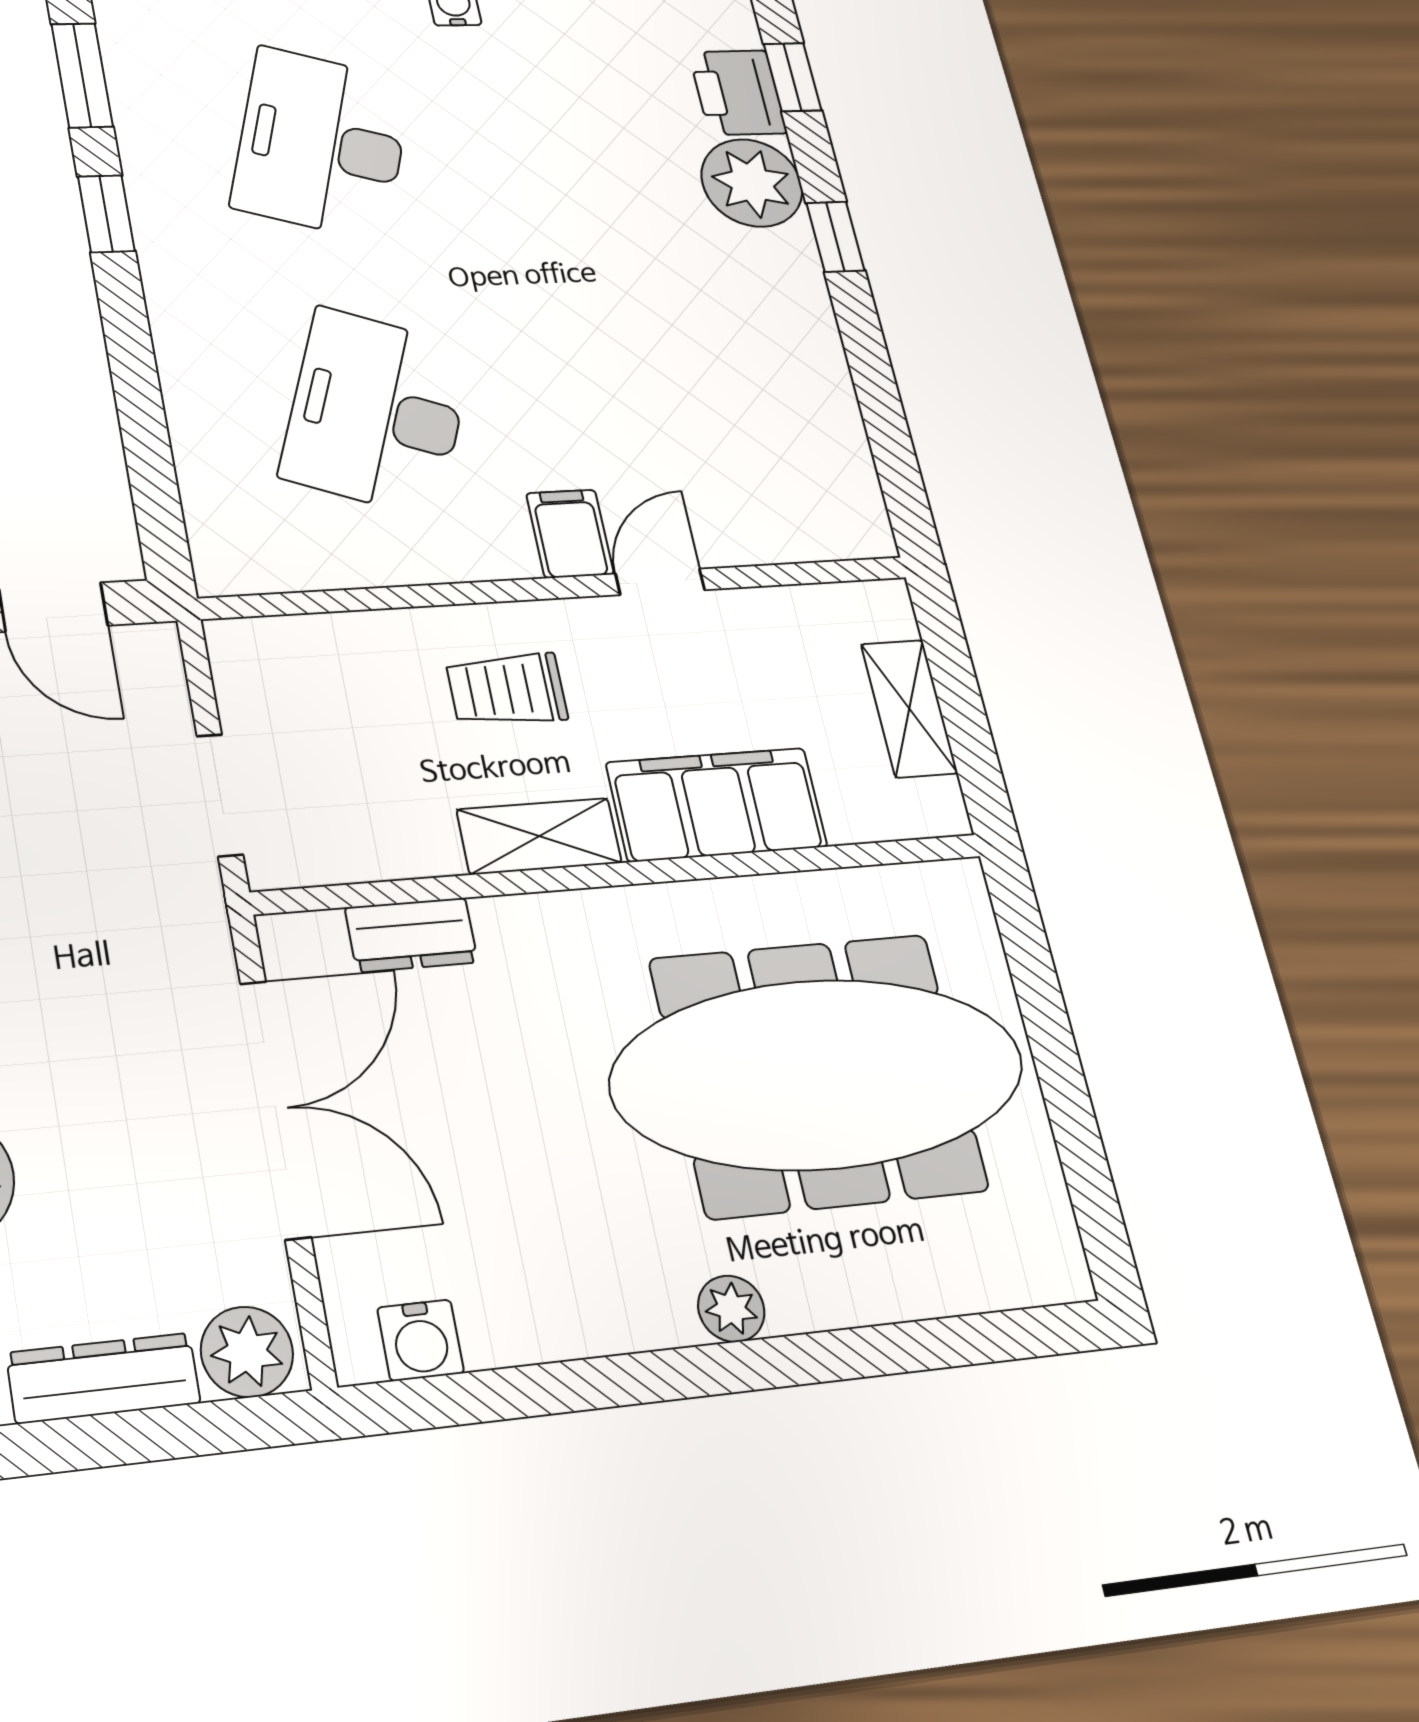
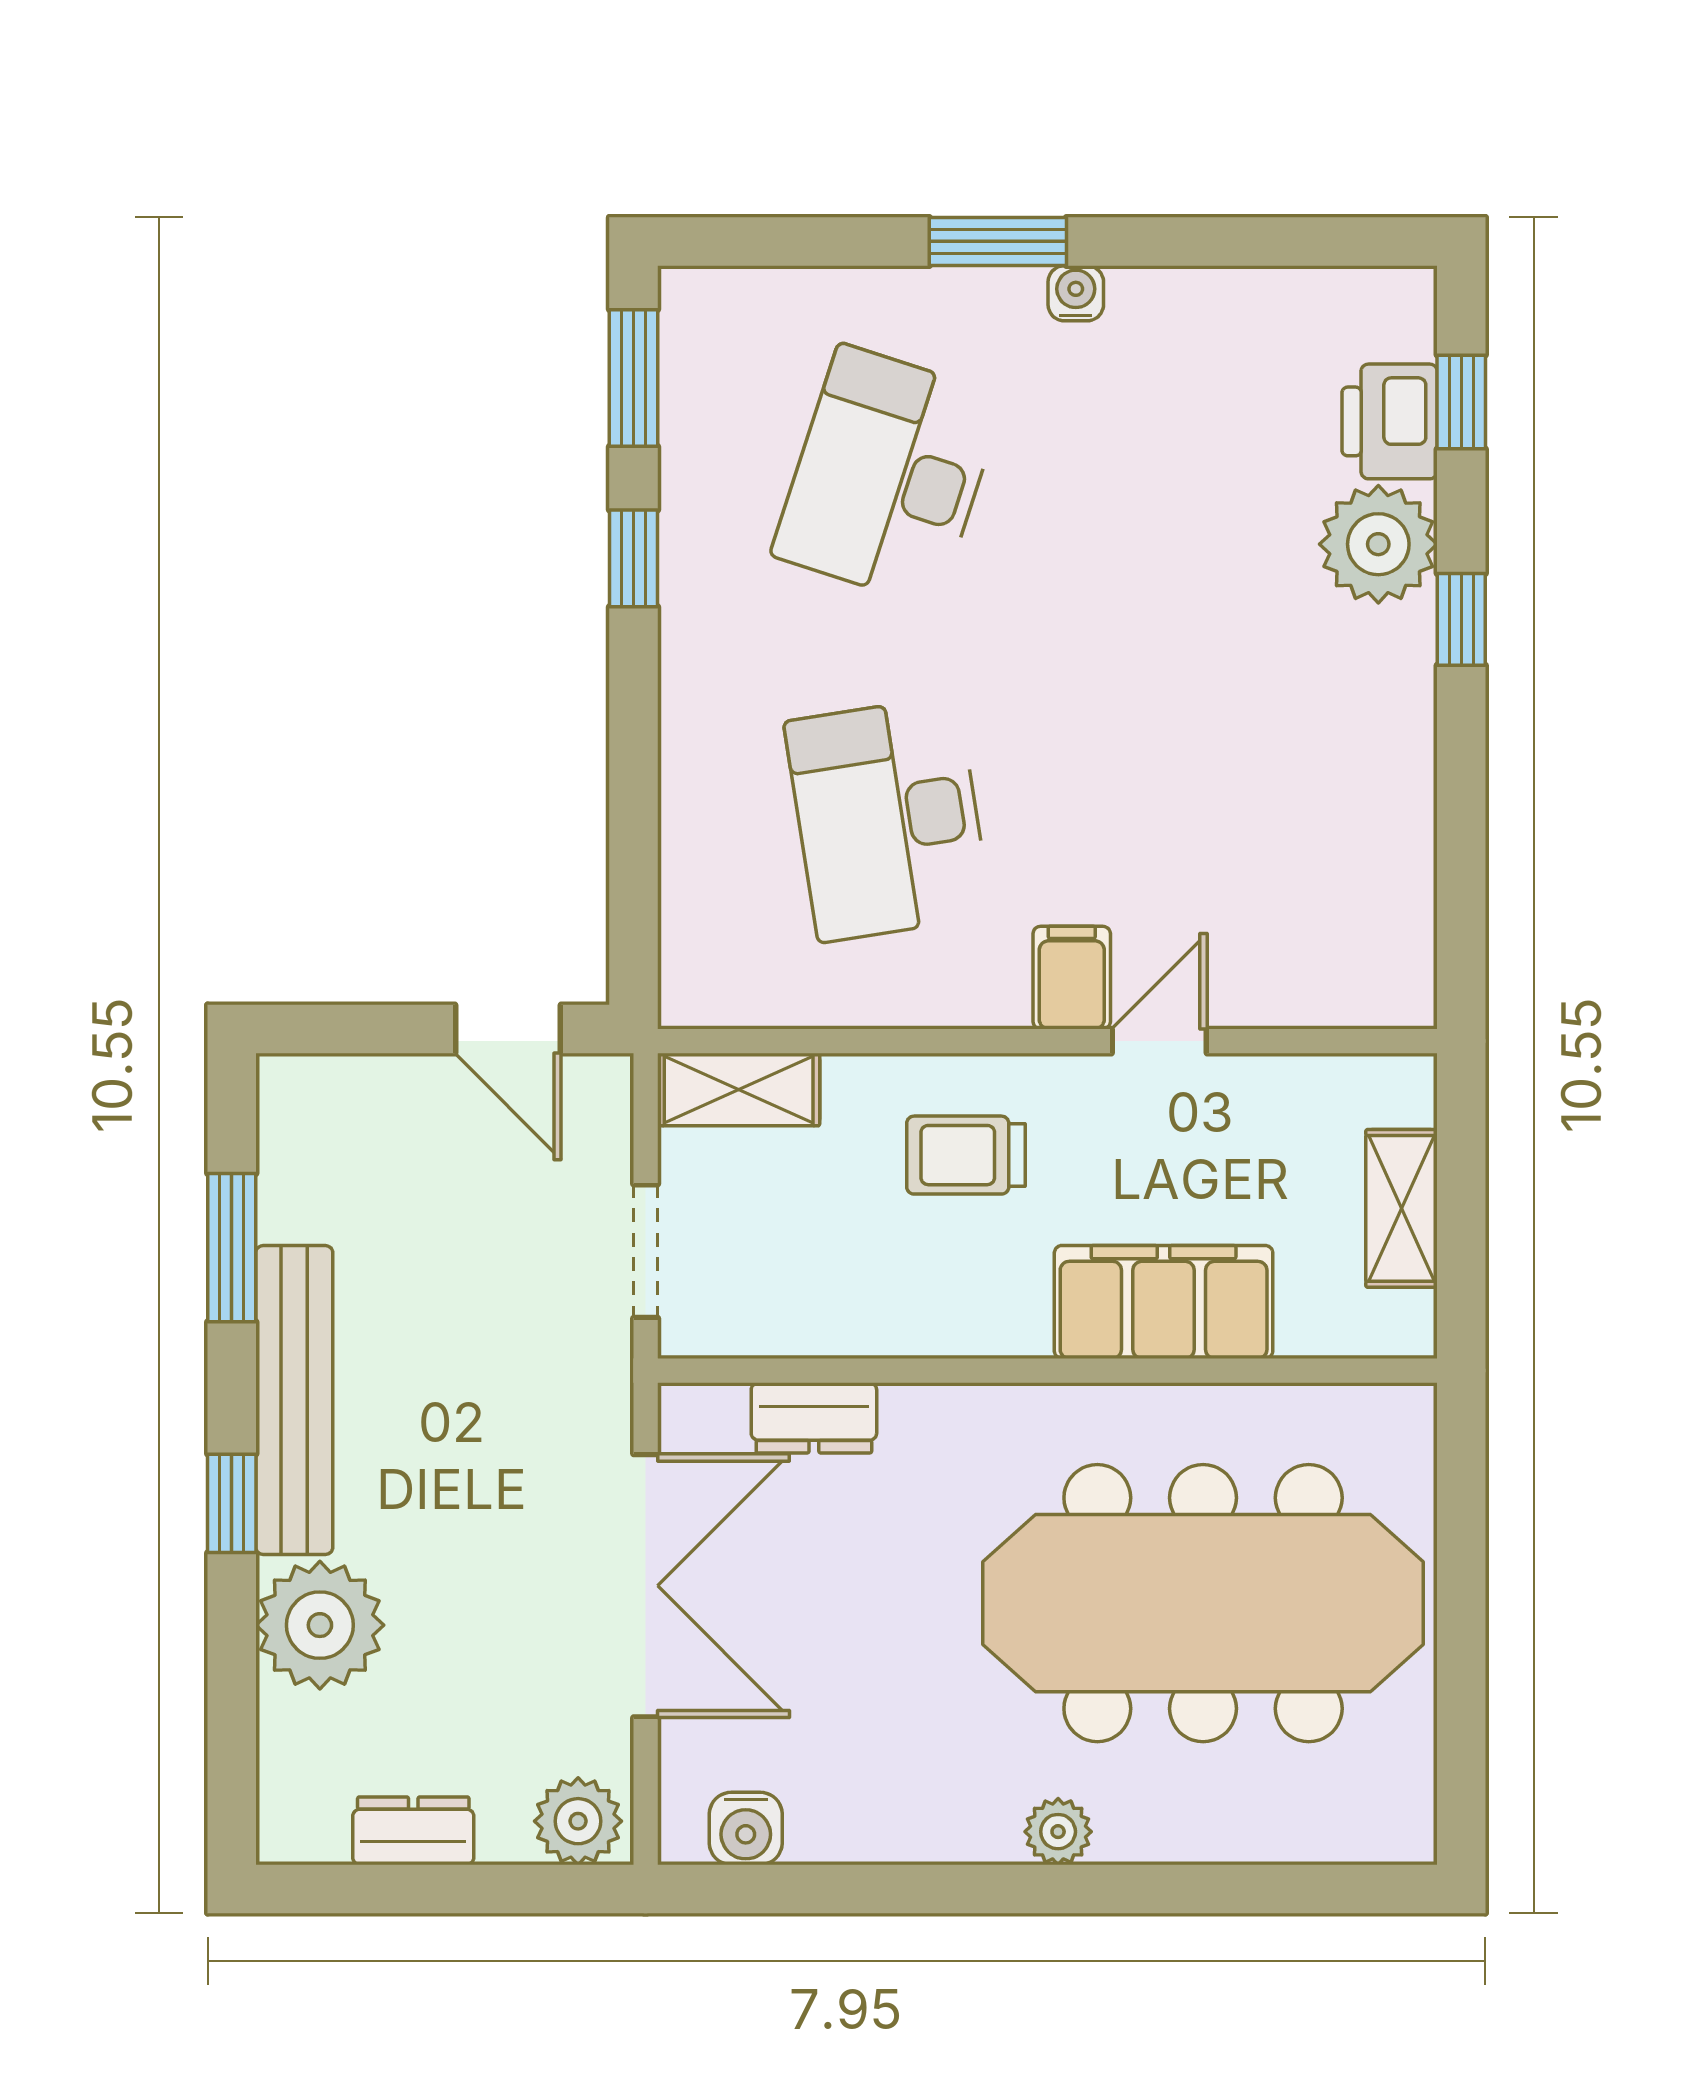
desk: (377, 412) -> (888, 819), turned -30
shelving: (539, 836) -> (739, 1090), moved
dresser: (103, 1378) -> (413, 1831), width x0.70

